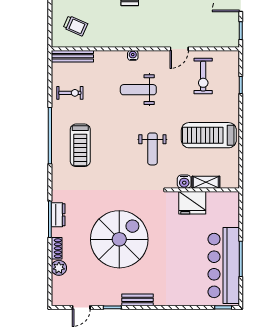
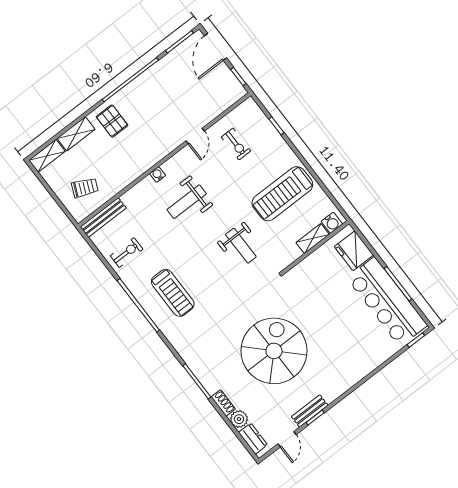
exercise bike: (203, 76) -> (236, 144), width x0.73, depth x0.72
water cooler: (184, 182) -> (332, 223), moved
fridge: (192, 203) -> (354, 251), moved, turned 90
dresser: (58, 215) -> (253, 439), moved
bench: (138, 300) -> (310, 411), moved

